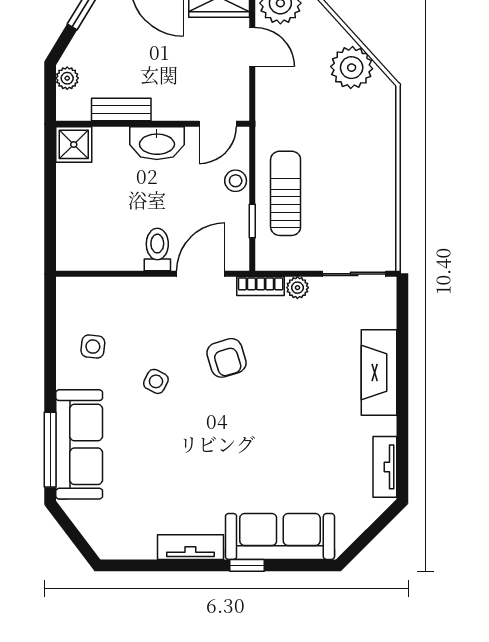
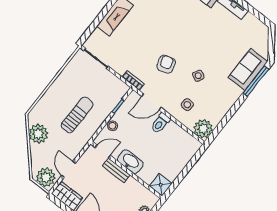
bench: (121, 110) -> (116, 170), moved
sun lounger: (286, 193) -> (77, 115), moved, turned 180
plant: (297, 288) -> (203, 129), moved, width x1.87, depth x1.87
side table: (93, 347) -> (187, 105), moved
sofa: (79, 444) -> (248, 69), width x0.73

